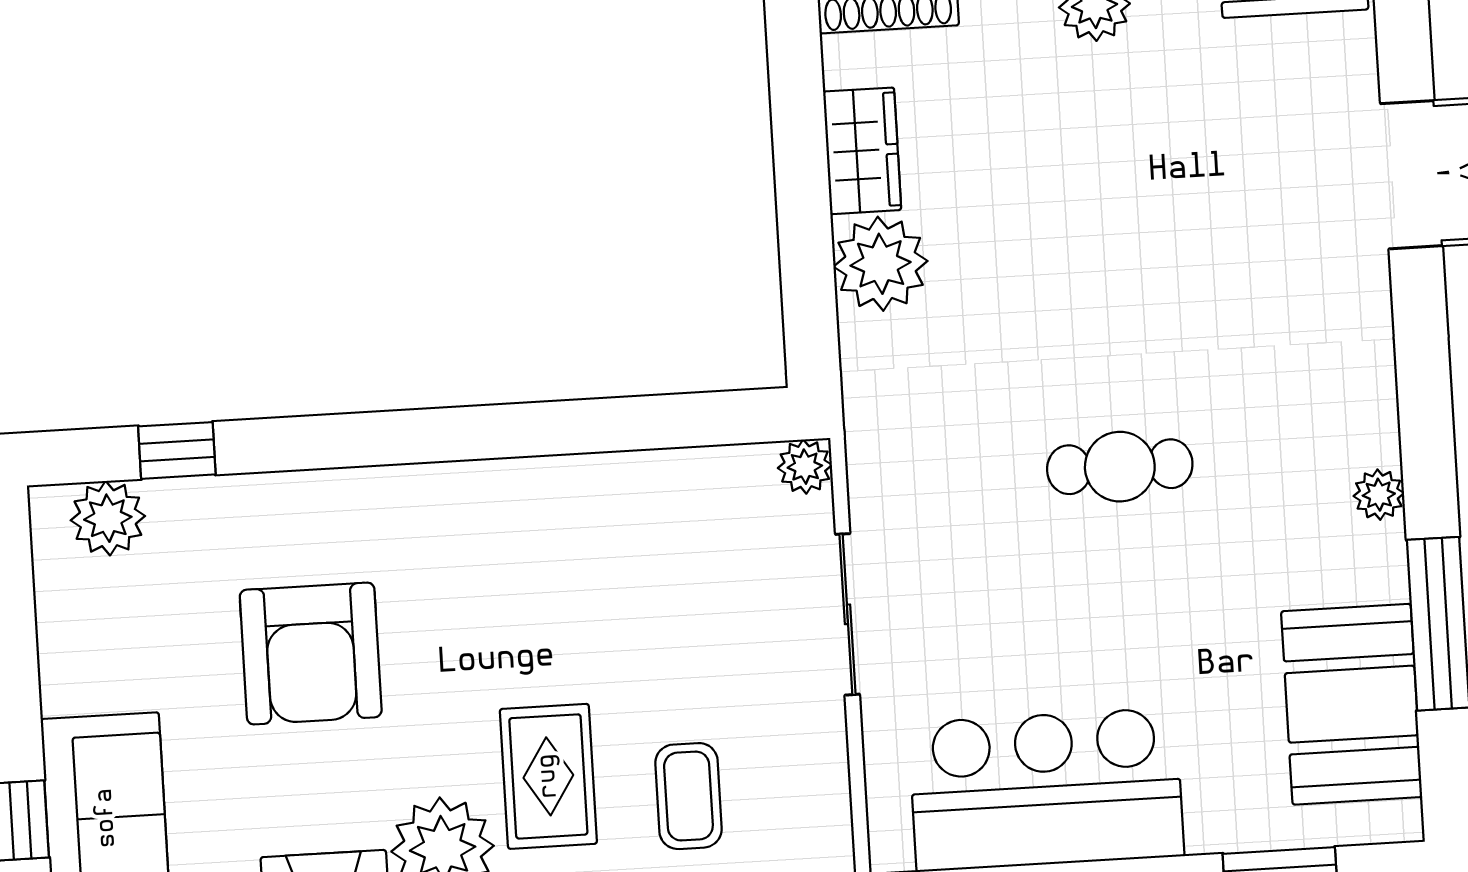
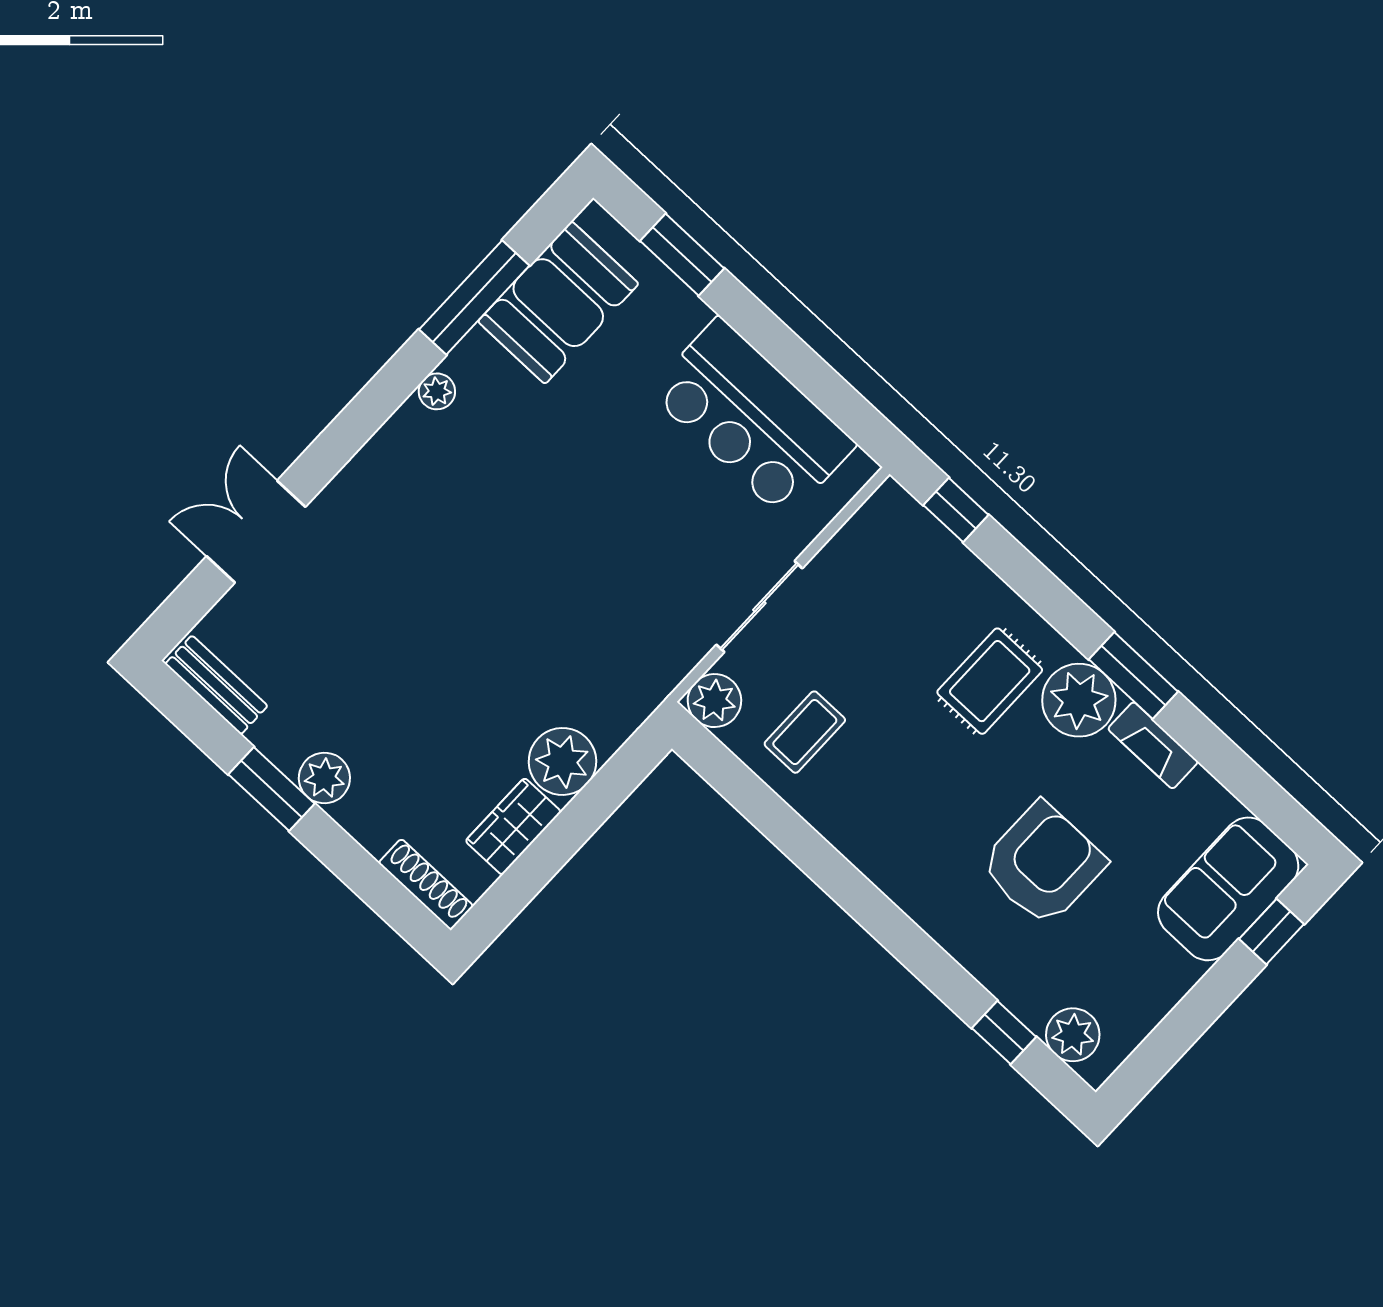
plant: (805, 467) -> (714, 701), width x1.38, depth x1.38
cafe table: (1120, 467) -> (550, 539), removed
coffee table: (688, 796) -> (805, 732), moved

